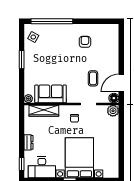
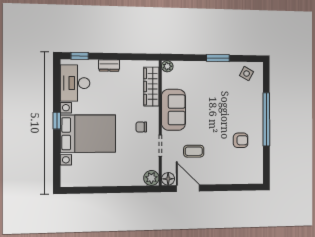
window: (52, 21) -> (266, 119), moved
sofa: (51, 94) -> (174, 110), moved

